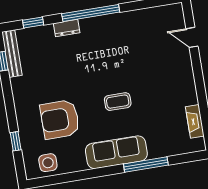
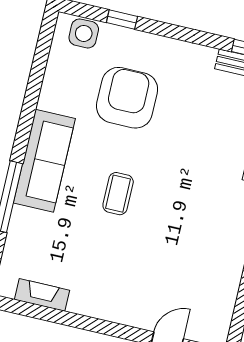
side table: (48, 163) -> (84, 33), moved

